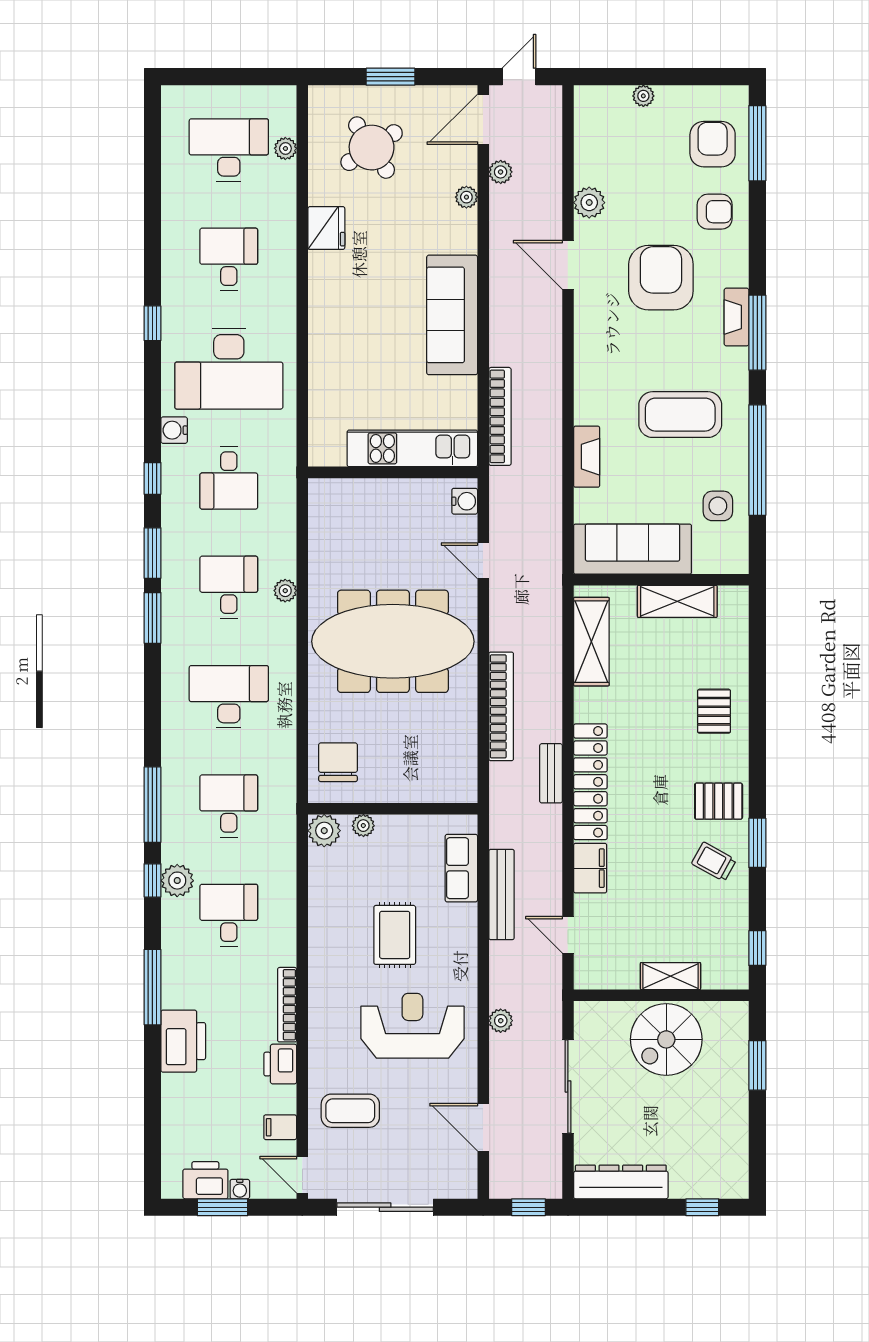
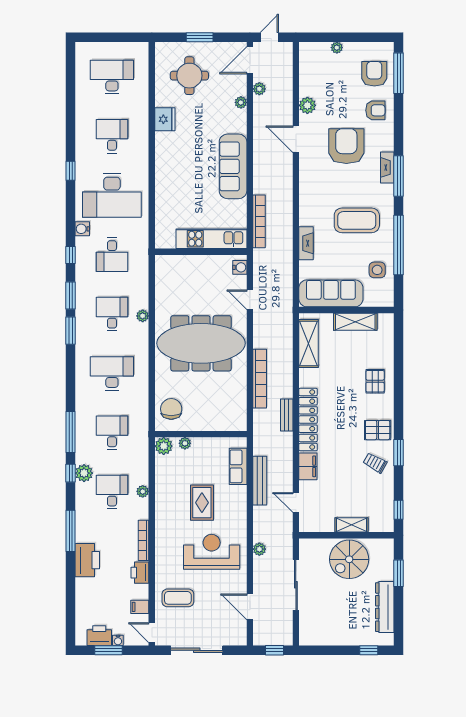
plant: (285, 148) -> (143, 491), moved
round table: (372, 148) -> (189, 76), turned 33
dresser: (621, 1182) -> (385, 607), moved, turned -90

